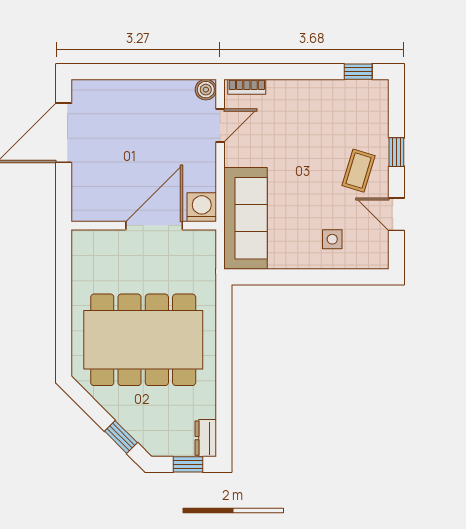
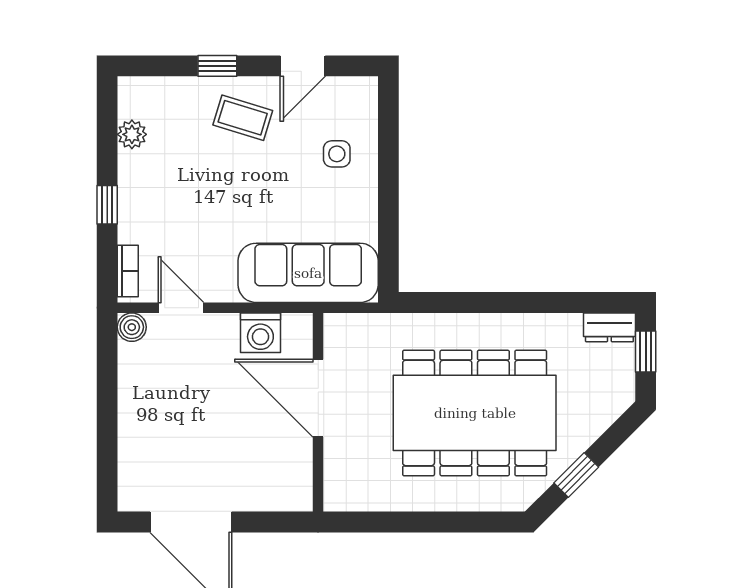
window: (358, 72) -> (107, 205), moved
plant: (346, 90) -> (132, 134), added
washing machine: (202, 207) -> (260, 333), moved, turned -90
dining table: (143, 340) -> (475, 413), turned 90
window: (121, 437) -> (576, 475), moved

